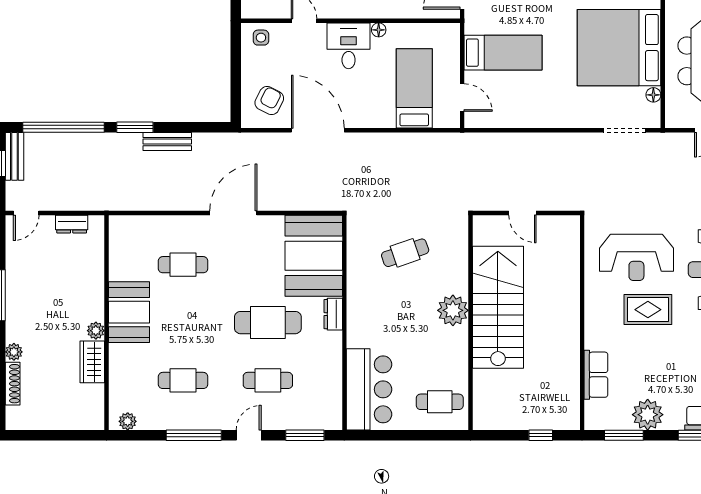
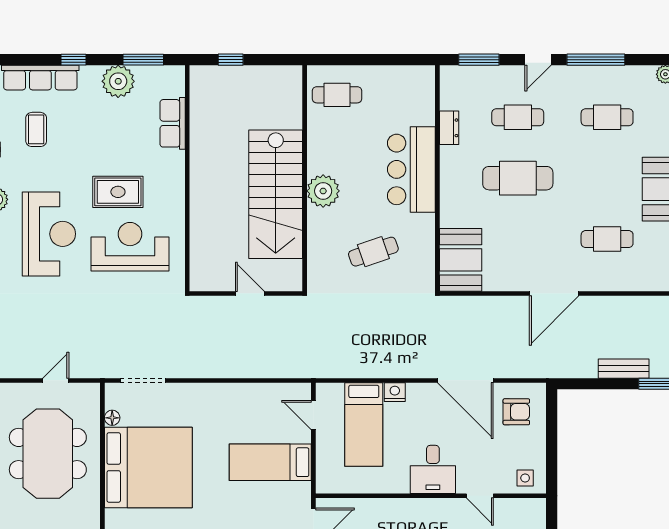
floor lamp: (379, 30) -> (401, 486), removed
armchair: (269, 101) -> (516, 412), turned -117
nightstand: (385, 119) -> (395, 392), added
booth: (314, 256) -> (461, 260), width x0.73, depth x0.70
dresser: (333, 314) -> (449, 128), moved
bar counter: (369, 389) -> (411, 169), moved

